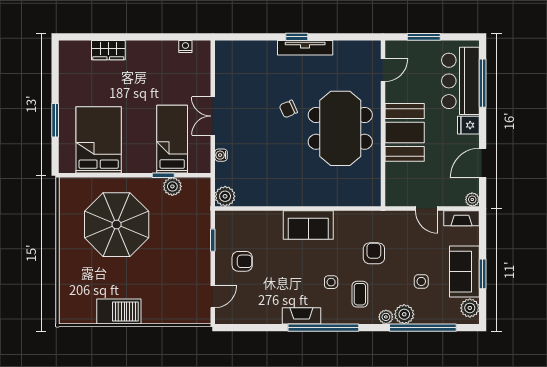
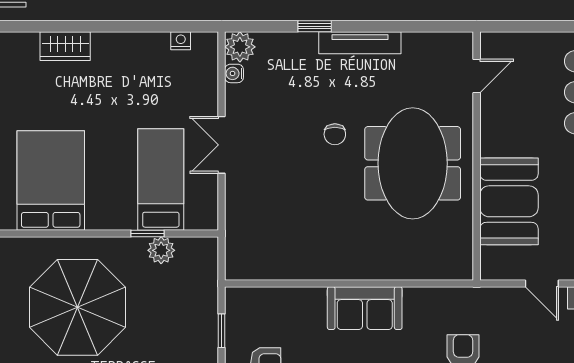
window: (297, 37) -> (315, 26), moved
window: (424, 37) -> (538, 26), removed
chair: (288, 109) -> (335, 134), turned -66
booth: (405, 132) -> (509, 201), moved
water cooler: (221, 155) -> (234, 73), moved
plant: (225, 196) -> (240, 47), moved

